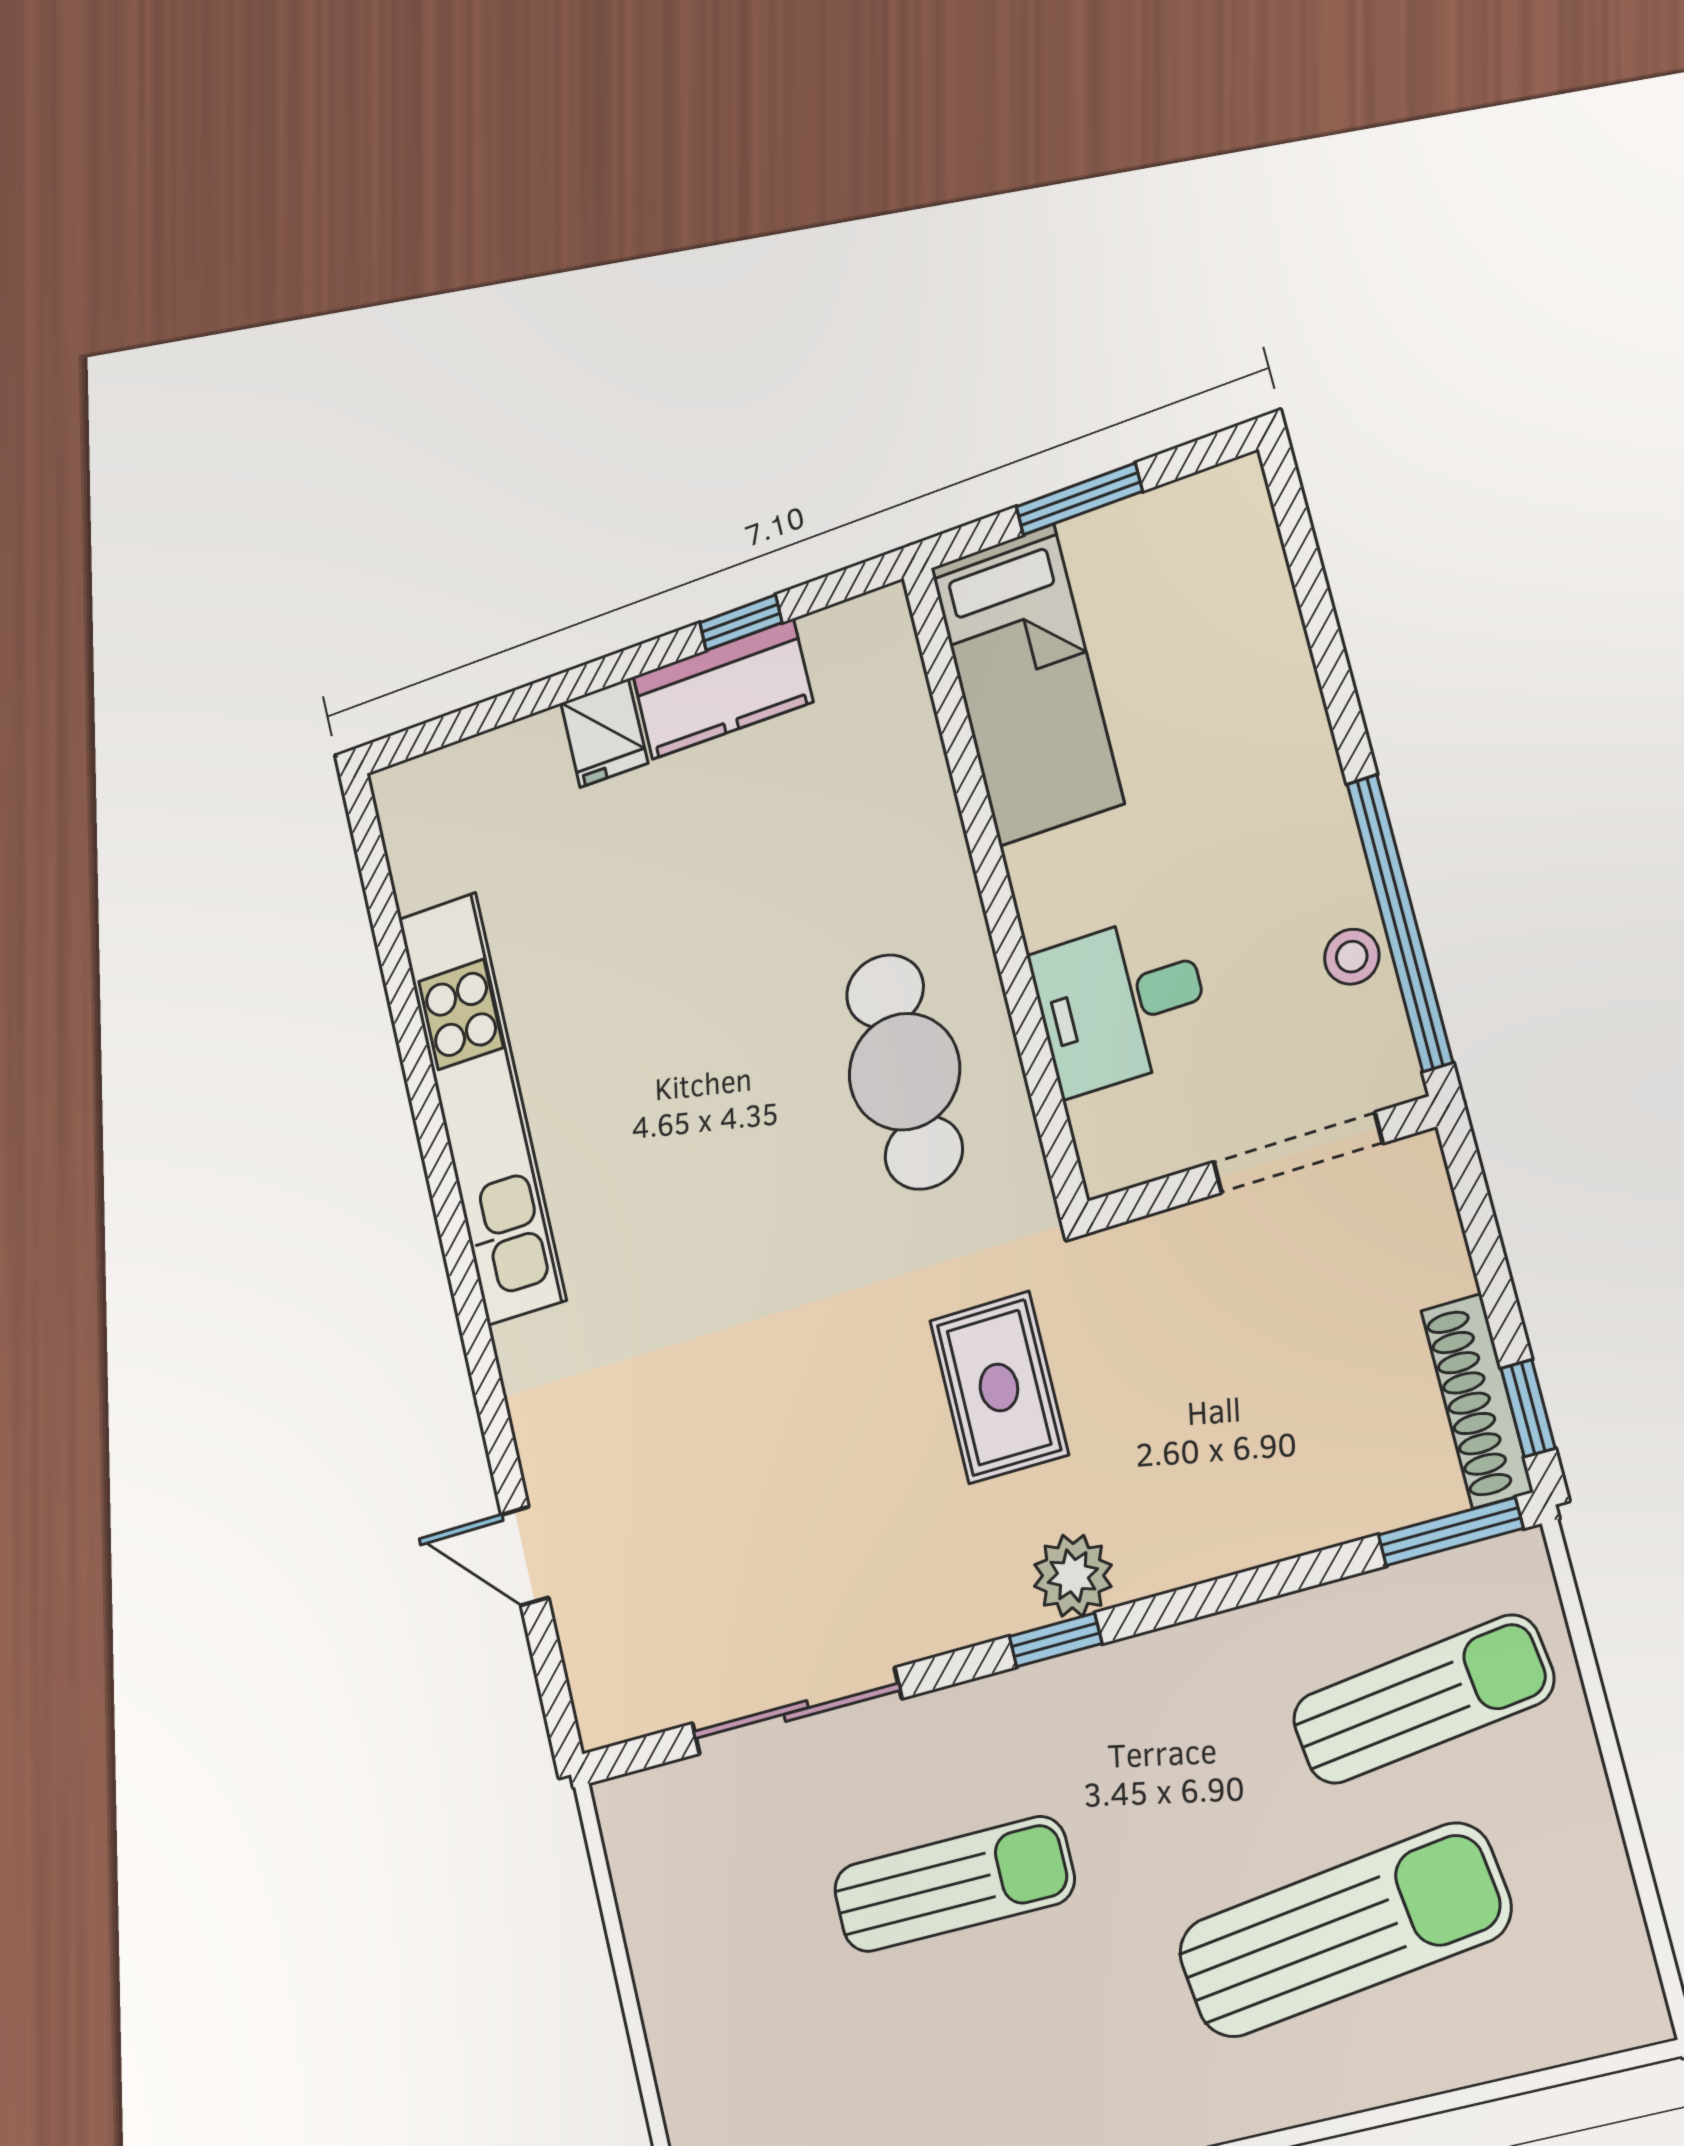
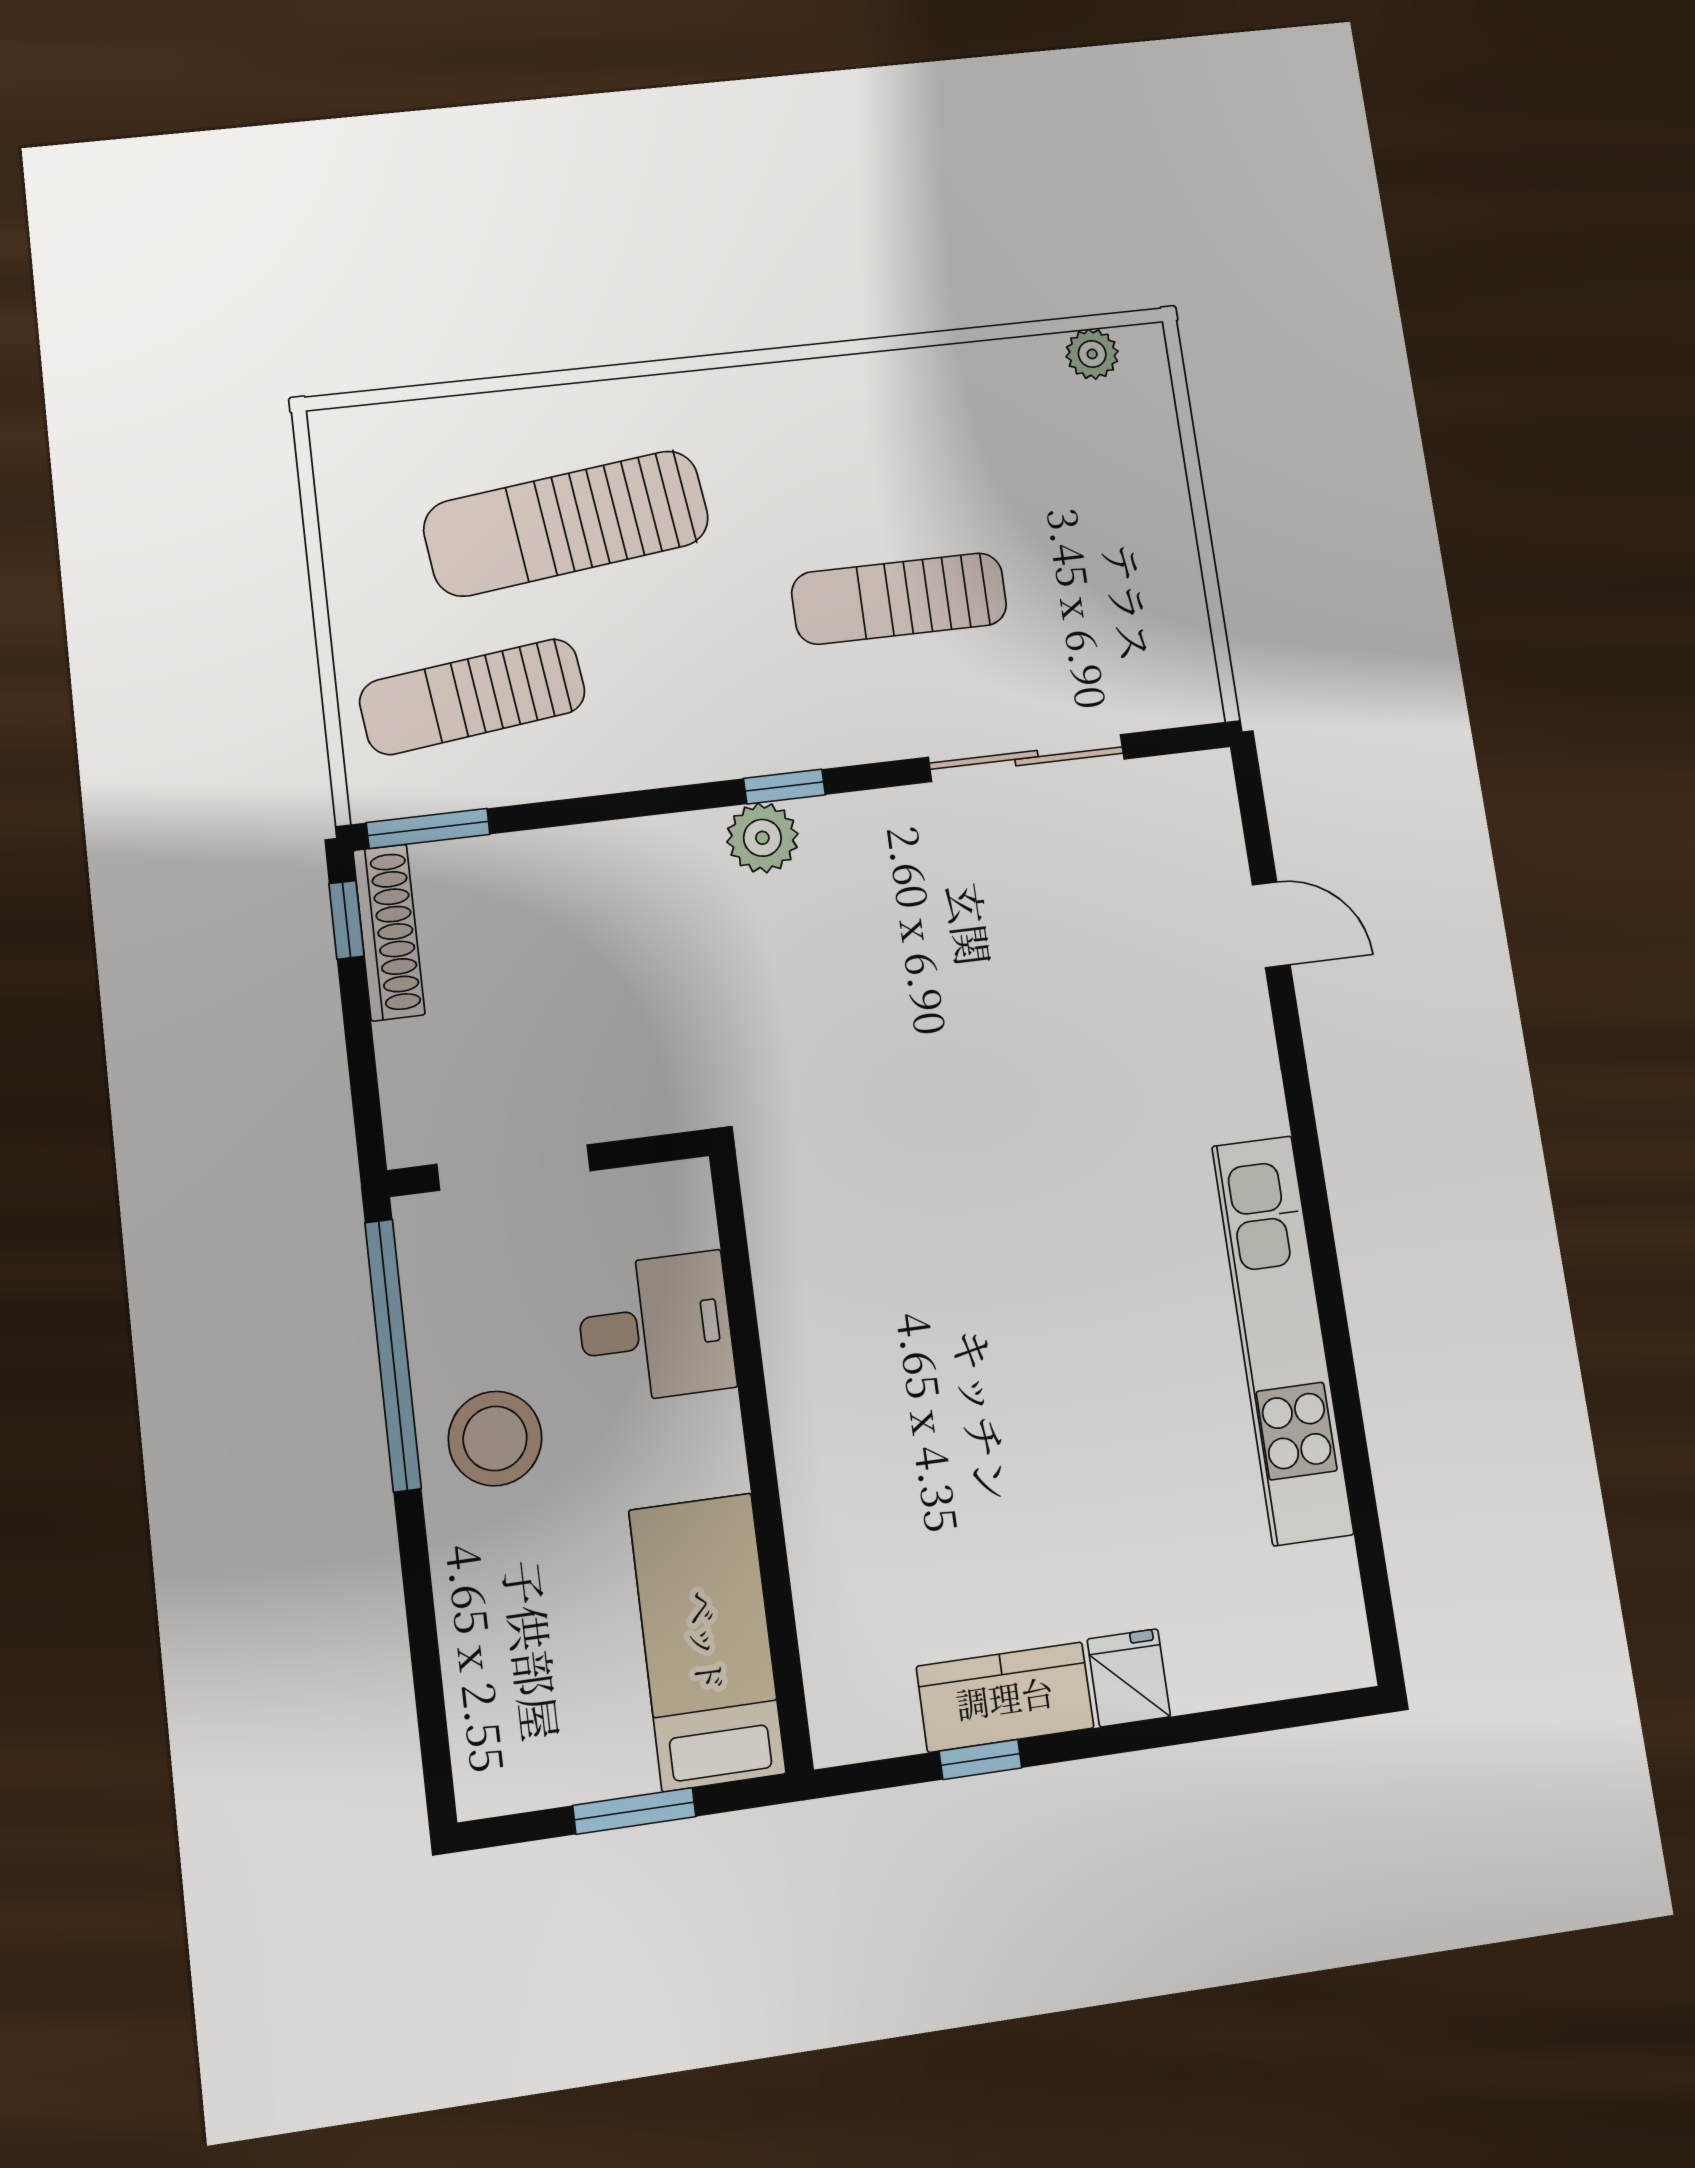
stool: (1352, 957) -> (495, 1438), moved, width x1.89, depth x1.89
cafe table: (904, 1072) -> (866, 1301), removed
rug: (999, 1387) -> (810, 1007), removed

